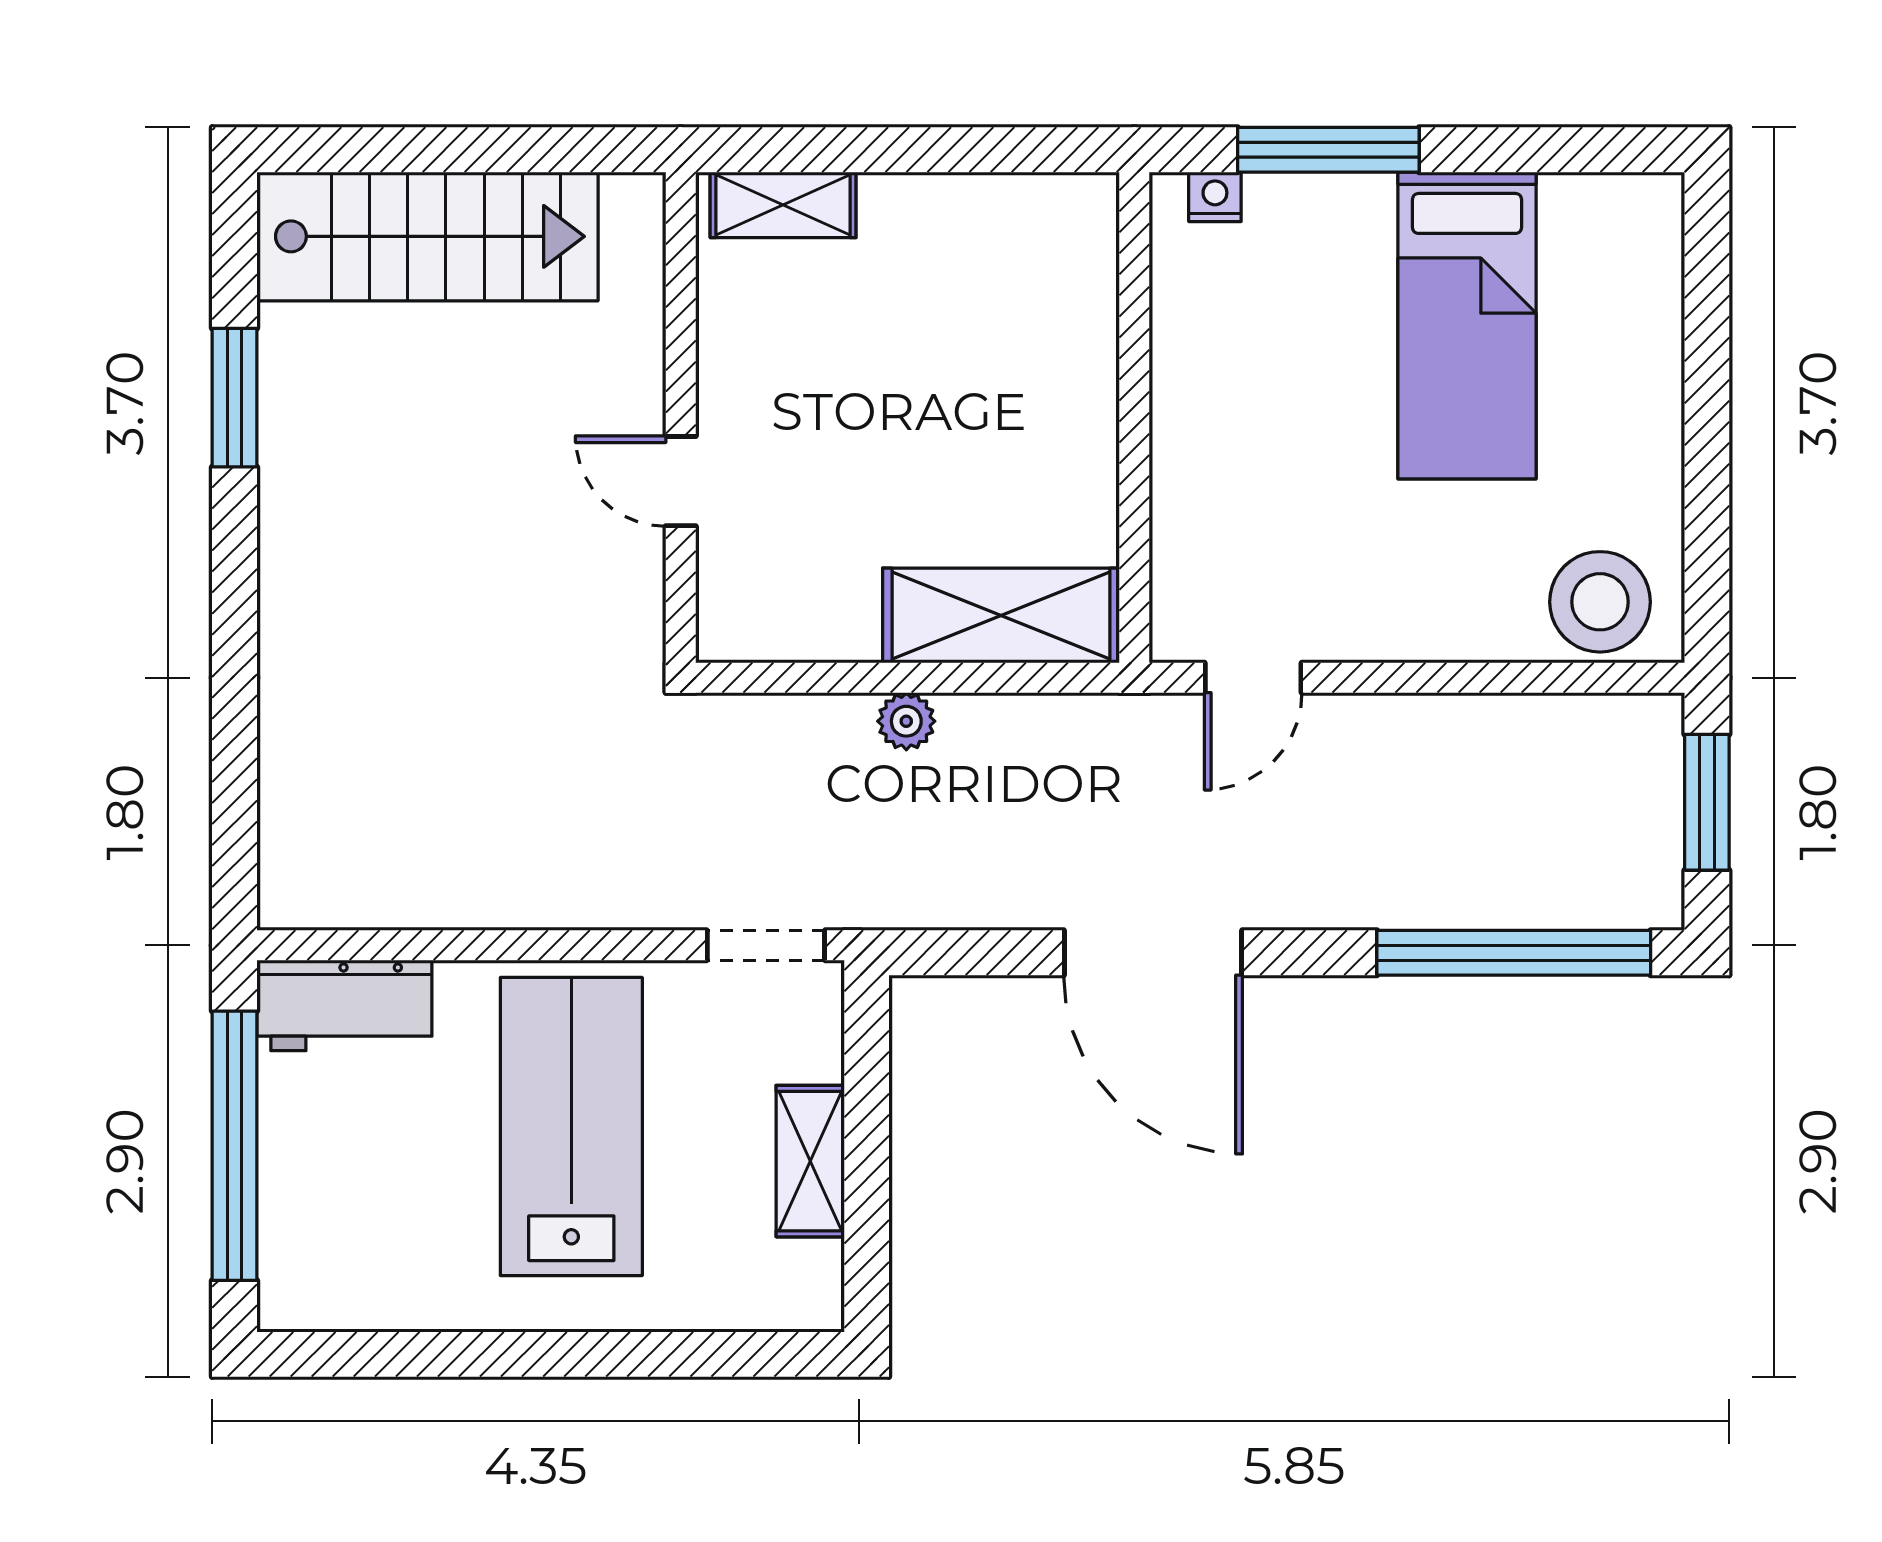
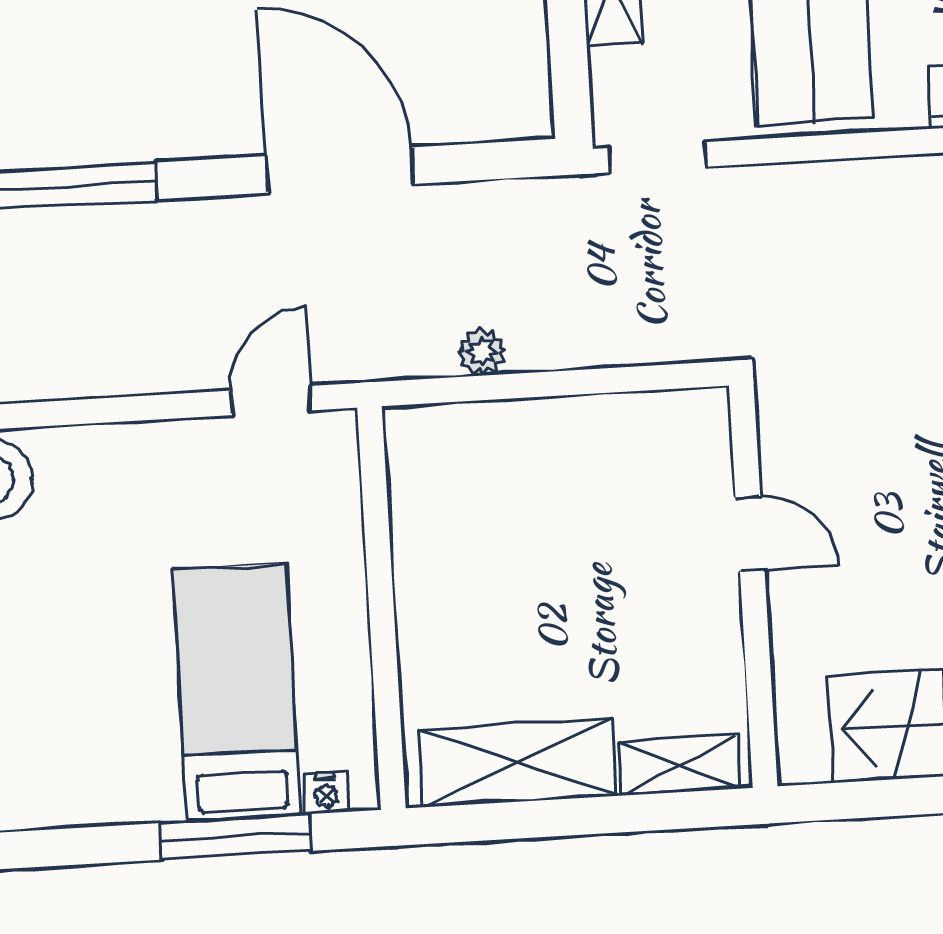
bed: (1467, 325) -> (237, 692), moved
shelving: (1001, 615) -> (517, 763), moved
plant: (906, 721) -> (482, 352), moved

